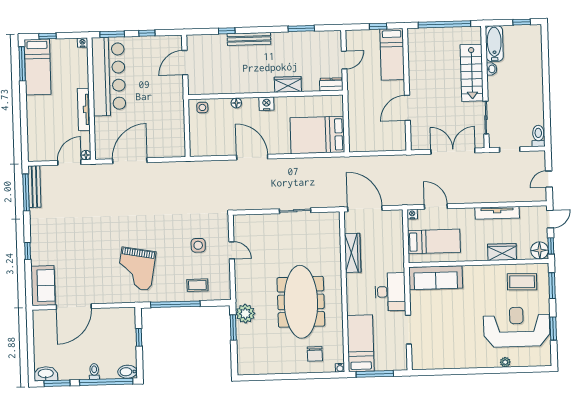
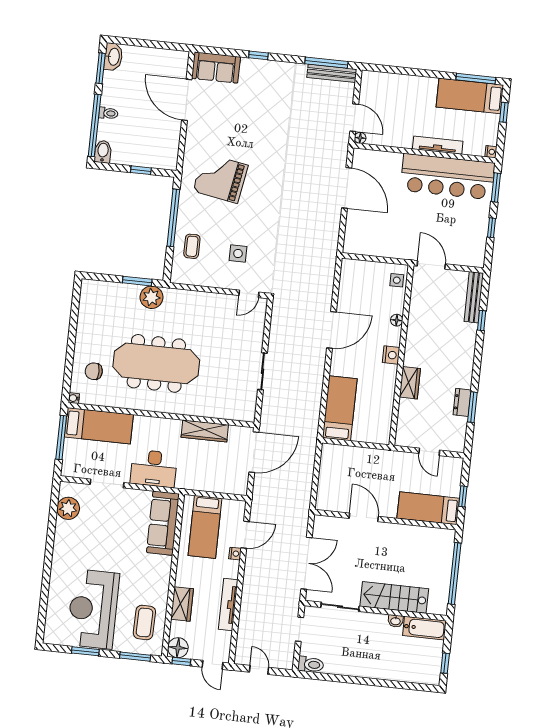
bench: (249, 39) -> (474, 297), moved
door: (185, 63) -> (431, 265), moved
dresser: (331, 84) -> (462, 402), moved, turned 180
tv unit: (84, 109) -> (438, 145), moved
bed: (317, 135) -> (340, 408), width x0.67
nightstand: (412, 214) -> (235, 554), moved
door: (232, 250) -> (249, 294), moved
reception desk: (517, 327) -> (93, 609), turned 180
plant: (505, 362) -> (68, 508), moved, width x1.87, depth x1.87

